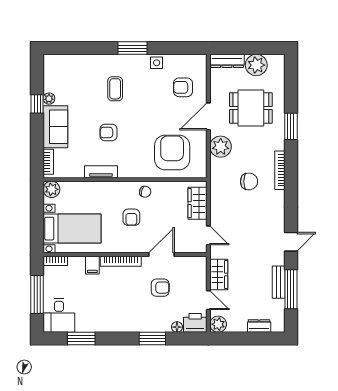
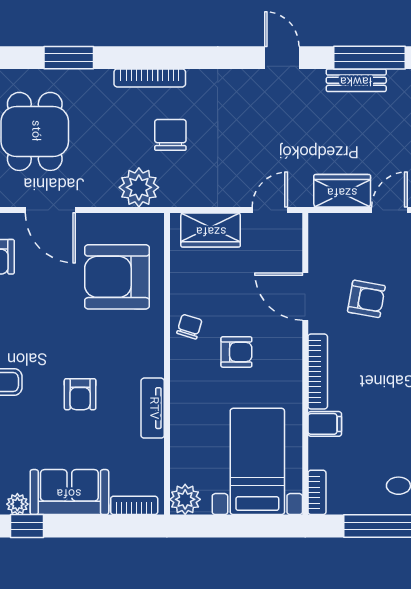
plant: (221, 147) -> (139, 187), moved
armchair: (160, 288) -> (366, 299), turned 100

